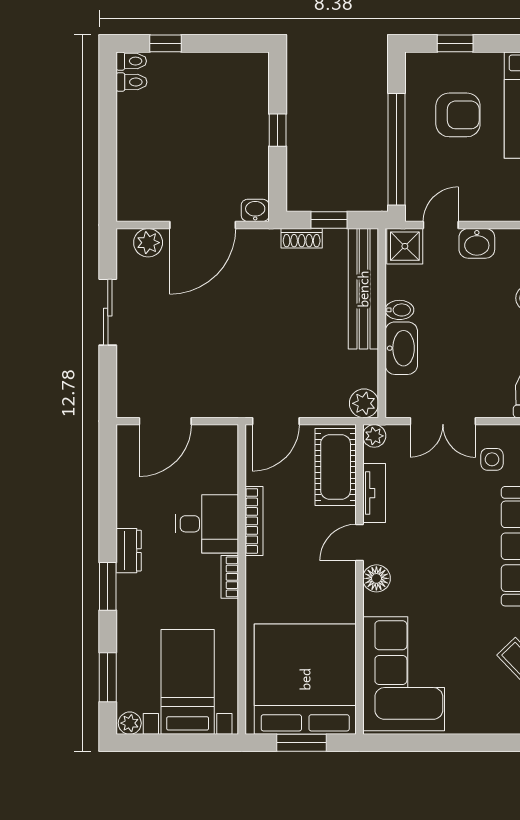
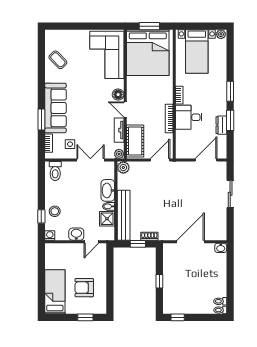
window: (165, 43) -> (178, 317), moved
window: (396, 149) -> (110, 273), removed
washbasin: (255, 210) -> (221, 248), moved
plant: (148, 243) -> (213, 234), removed
shower: (405, 246) -> (107, 219), moved
sliding door: (108, 312) -> (230, 194), moved
door: (359, 543) -> (125, 109), swing flipped
dresser: (129, 551) -> (221, 125), moved
window: (108, 677) -> (230, 120), moved

